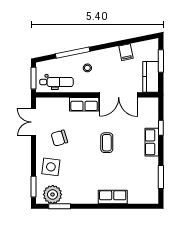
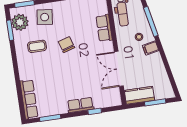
filing cabinet: (126, 52) -> (151, 48), moved
row of seats: (84, 104) -> (104, 28), moved
chair: (59, 138) -> (66, 45), moved
coffee table: (107, 143) -> (37, 46), moved
row of seats: (113, 197) -> (29, 99), moved, width x1.48

